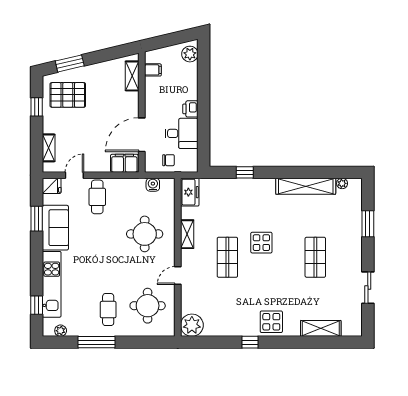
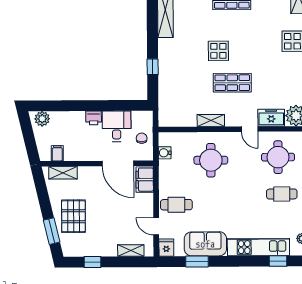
pallet: (68, 95) -> (73, 216), moved
freezer: (190, 192) -> (271, 118), moved

